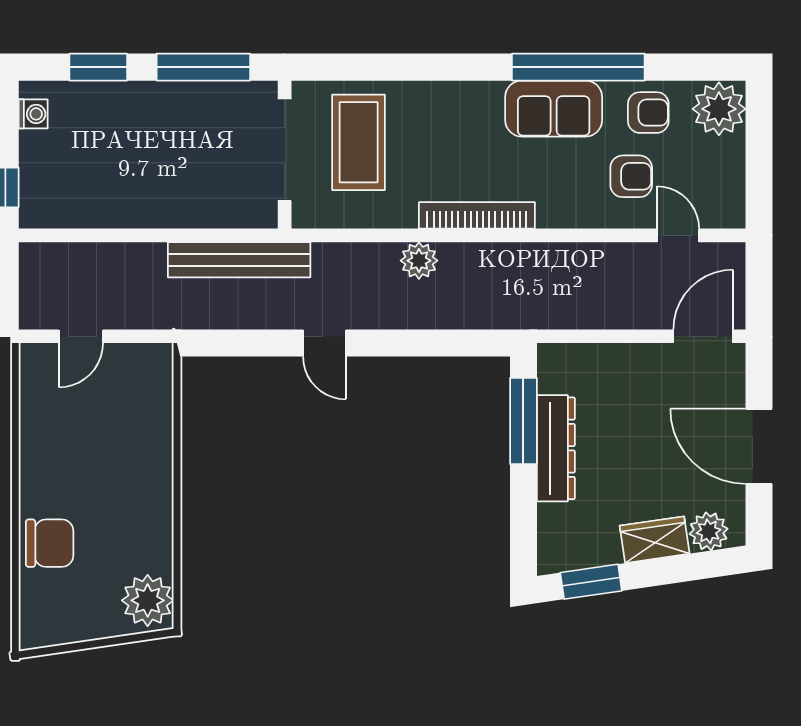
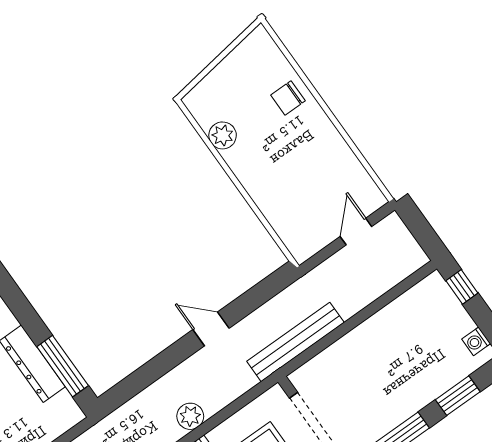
chair: (50, 543) -> (288, 98), width x0.73, depth x0.73
plant: (148, 600) -> (223, 135), moved, width x0.73, depth x0.73

